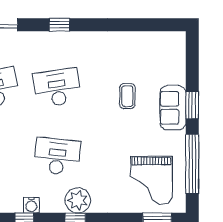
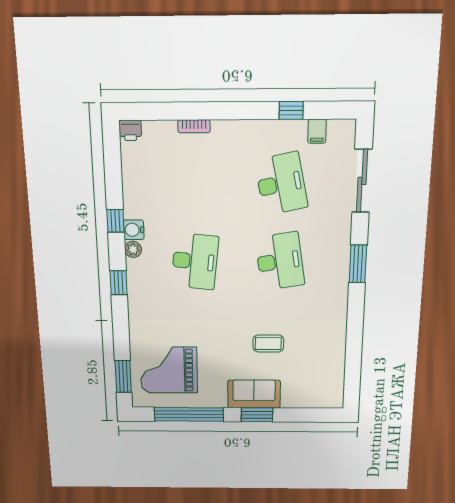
window: (59, 25) -> (358, 264), width x1.50
plant: (78, 200) -> (133, 249), moved, width x0.53, depth x0.53

